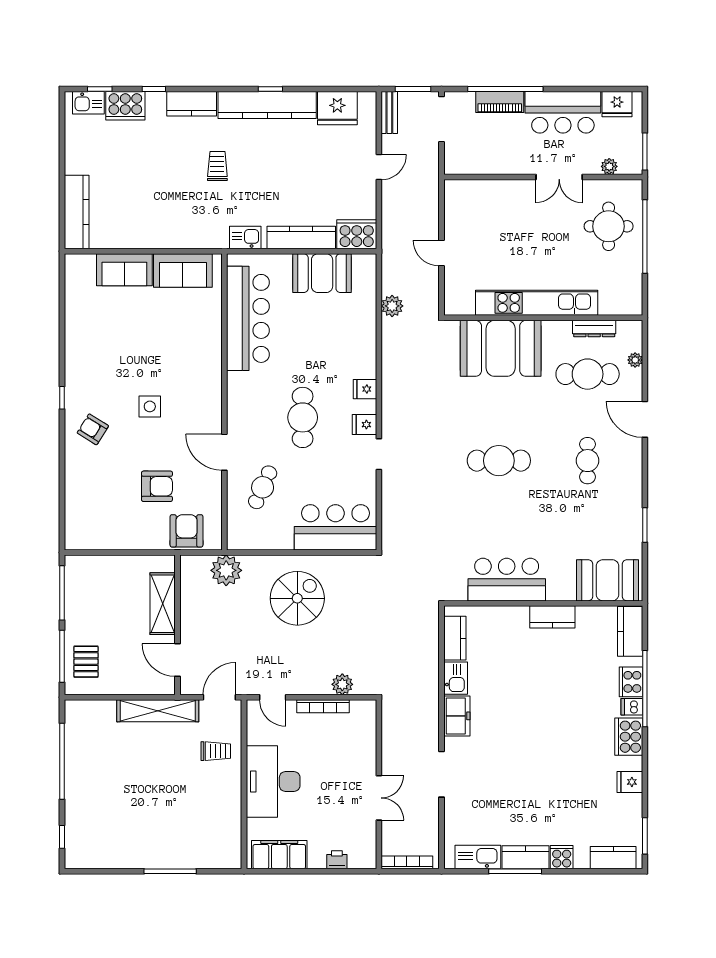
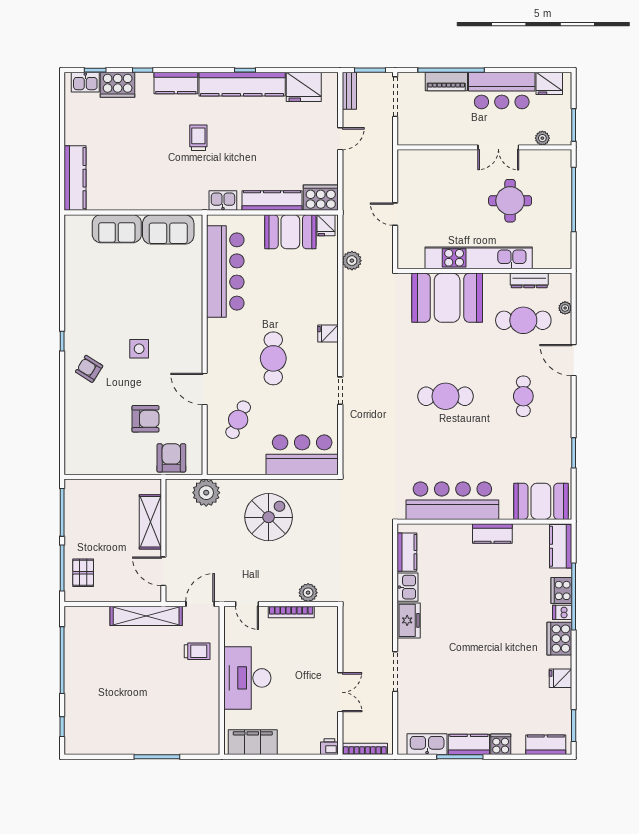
round table: (609, 226) -> (510, 201), moved
fridge: (364, 425) -> (326, 225), moved, turned -90
bar counter: (507, 580) -> (452, 501), width x1.36
printer: (337, 860) -> (329, 747), moved

